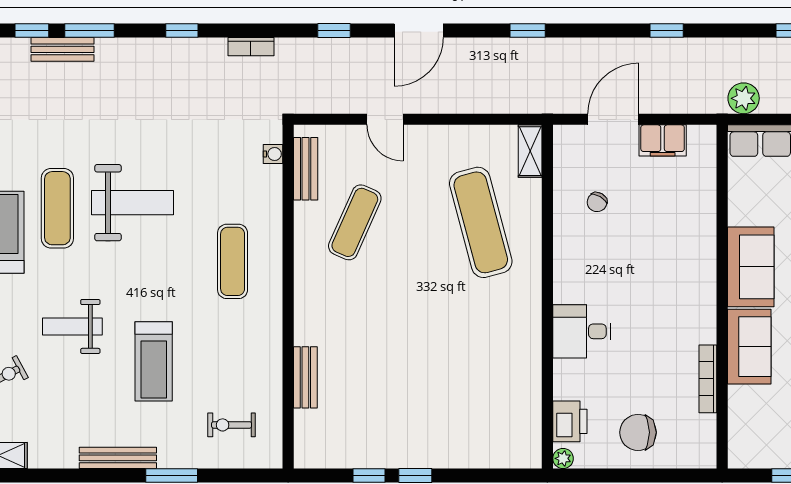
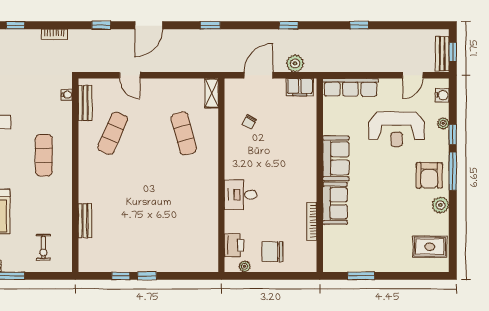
plant: (744, 98) -> (295, 63), moved
filing cabinet: (663, 140) -> (300, 87), moved
exercise mat: (481, 222) -> (184, 133), width x0.73, depth x0.69
exercise bike: (232, 425) -> (43, 247), turned -90
plant: (563, 458) -> (245, 266), moved

